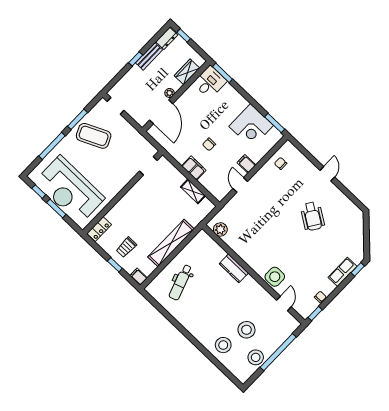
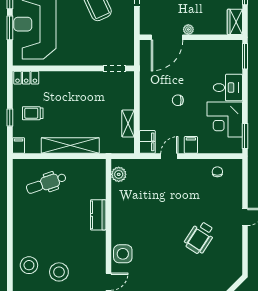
wardrobe: (187, 72) -> (235, 22), moved, turned -90
desk: (210, 82) -> (228, 88), moved
filing cabinet: (194, 168) -> (147, 142), moved

